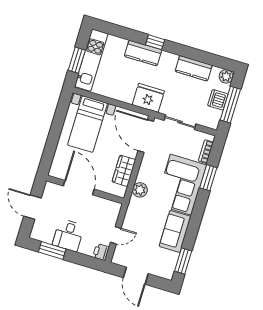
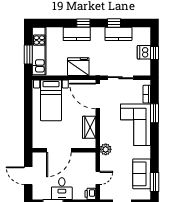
window: (192, 53) -> (114, 23), added
plant: (226, 76) -> (145, 33), removed
fridge: (148, 98) -> (78, 67), moved
window: (230, 105) -> (155, 53), width x0.46
door: (79, 188) -> (59, 150), swing flipped
plant: (140, 190) -> (106, 149), moved
sofa: (175, 231) -> (142, 174), moved

